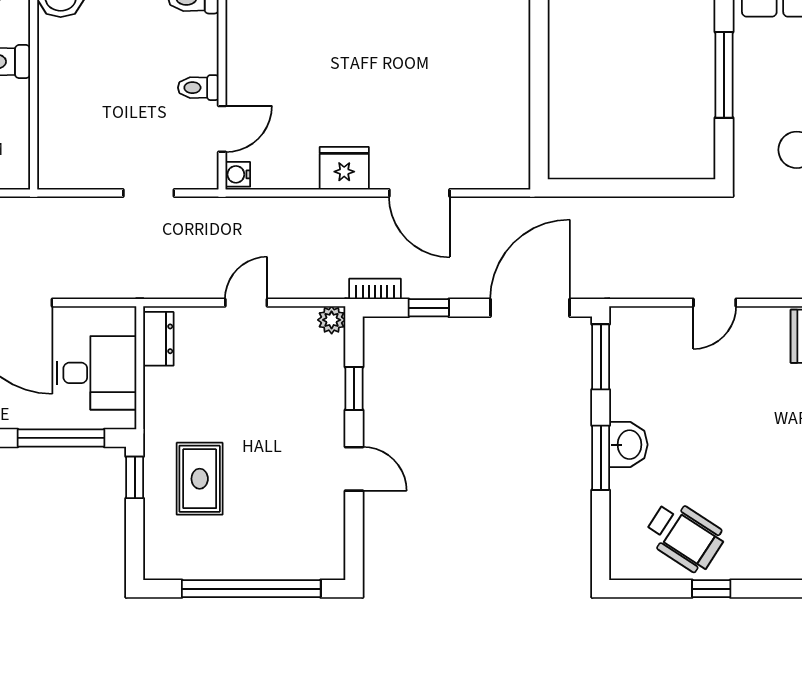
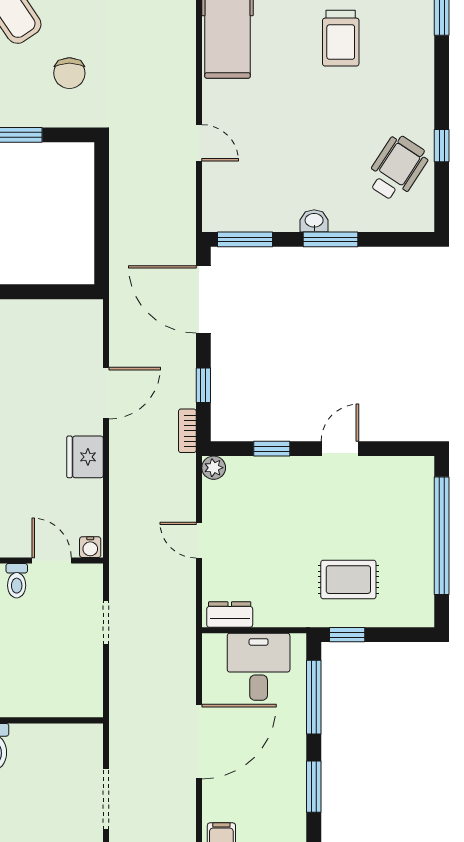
washbasin: (628, 445) -> (314, 221), width x0.72, depth x0.69

